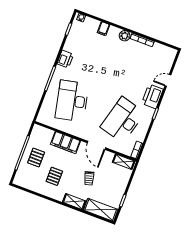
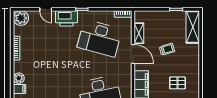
plant: (125, 36) -> (19, 78), moved
plant: (168, 54) -> (21, 18), added
door: (96, 145) -> (133, 54), hinge flipped
shelving: (124, 162) -> (139, 33), moved
shelving: (74, 202) -> (194, 55), removed

